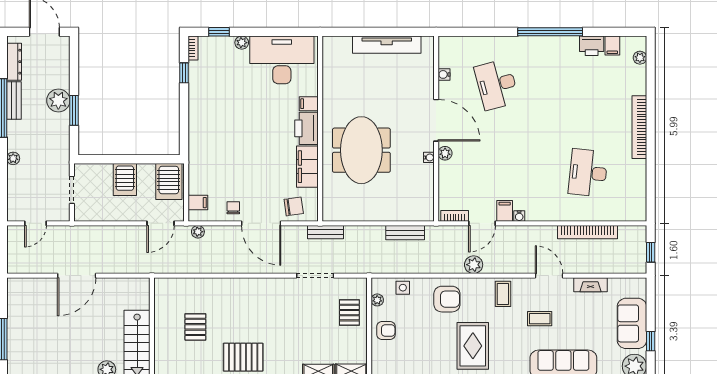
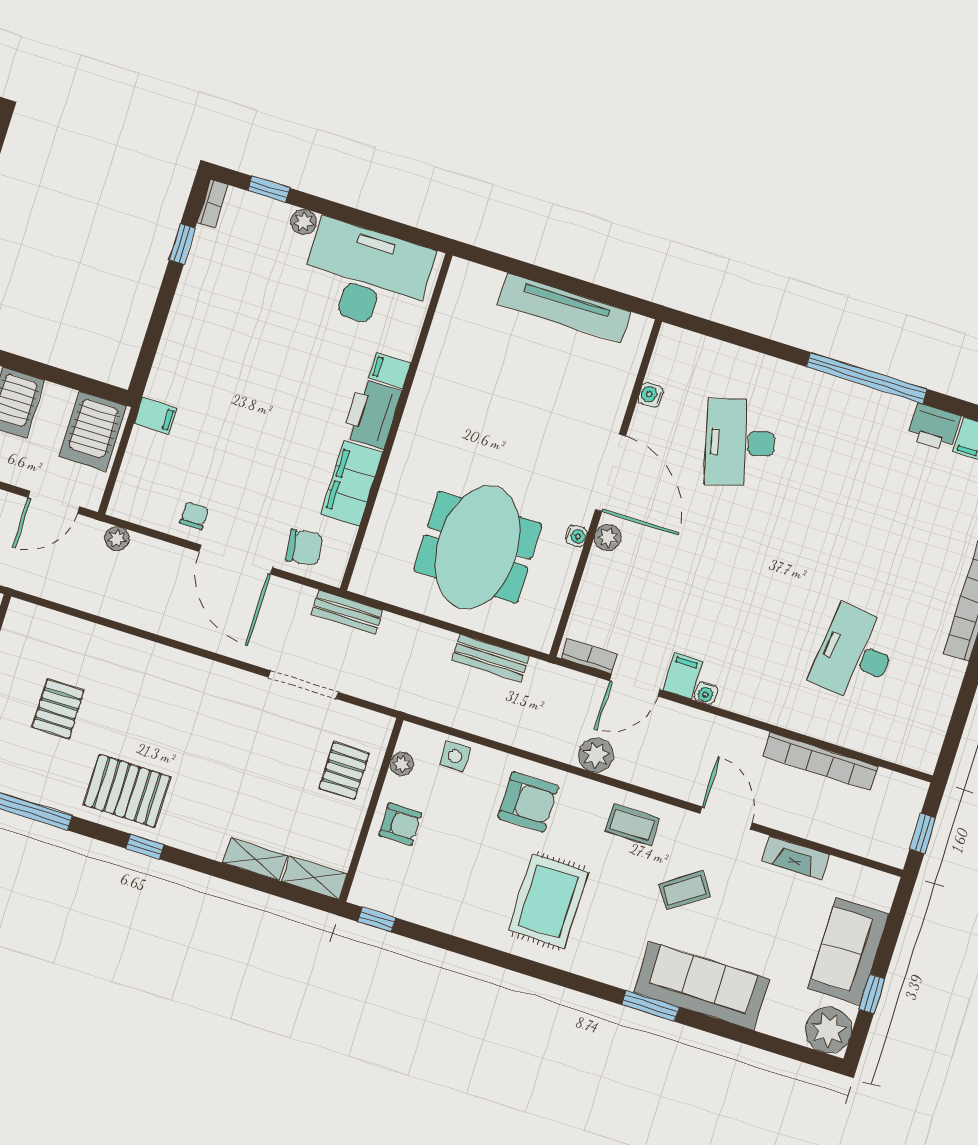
meeting table: (361, 150) -> (478, 547), moved
filing cabinet: (198, 203) -> (156, 416), moved
coffee table: (503, 294) -> (632, 825), turned 90
coffee table: (540, 319) -> (684, 890), turned -35

